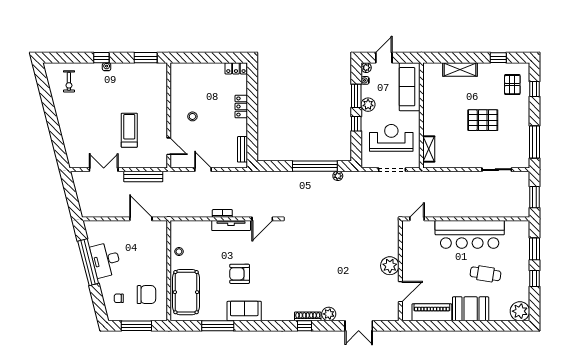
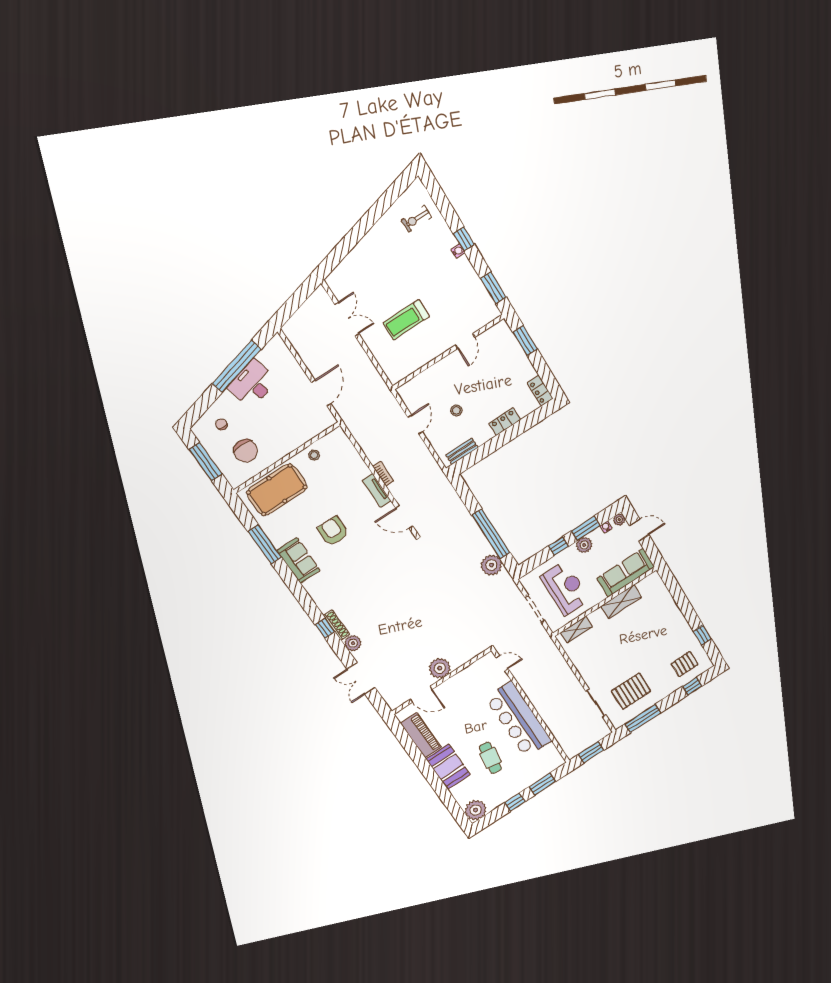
window: (195, 58) -> (525, 341), added
shelving: (460, 69) -> (621, 602), moved, turned 90
stool: (192, 116) -> (456, 410), moved
pallet: (483, 120) -> (631, 691), moved, turned 90
treadmill: (129, 130) -> (406, 320), turned 180
door: (169, 146) -> (465, 341), moved
bench: (143, 176) -> (367, 367), removed
plant: (338, 176) -> (491, 565), width x1.87, depth x1.87
tv unit: (231, 226) -> (377, 491), width x0.71

